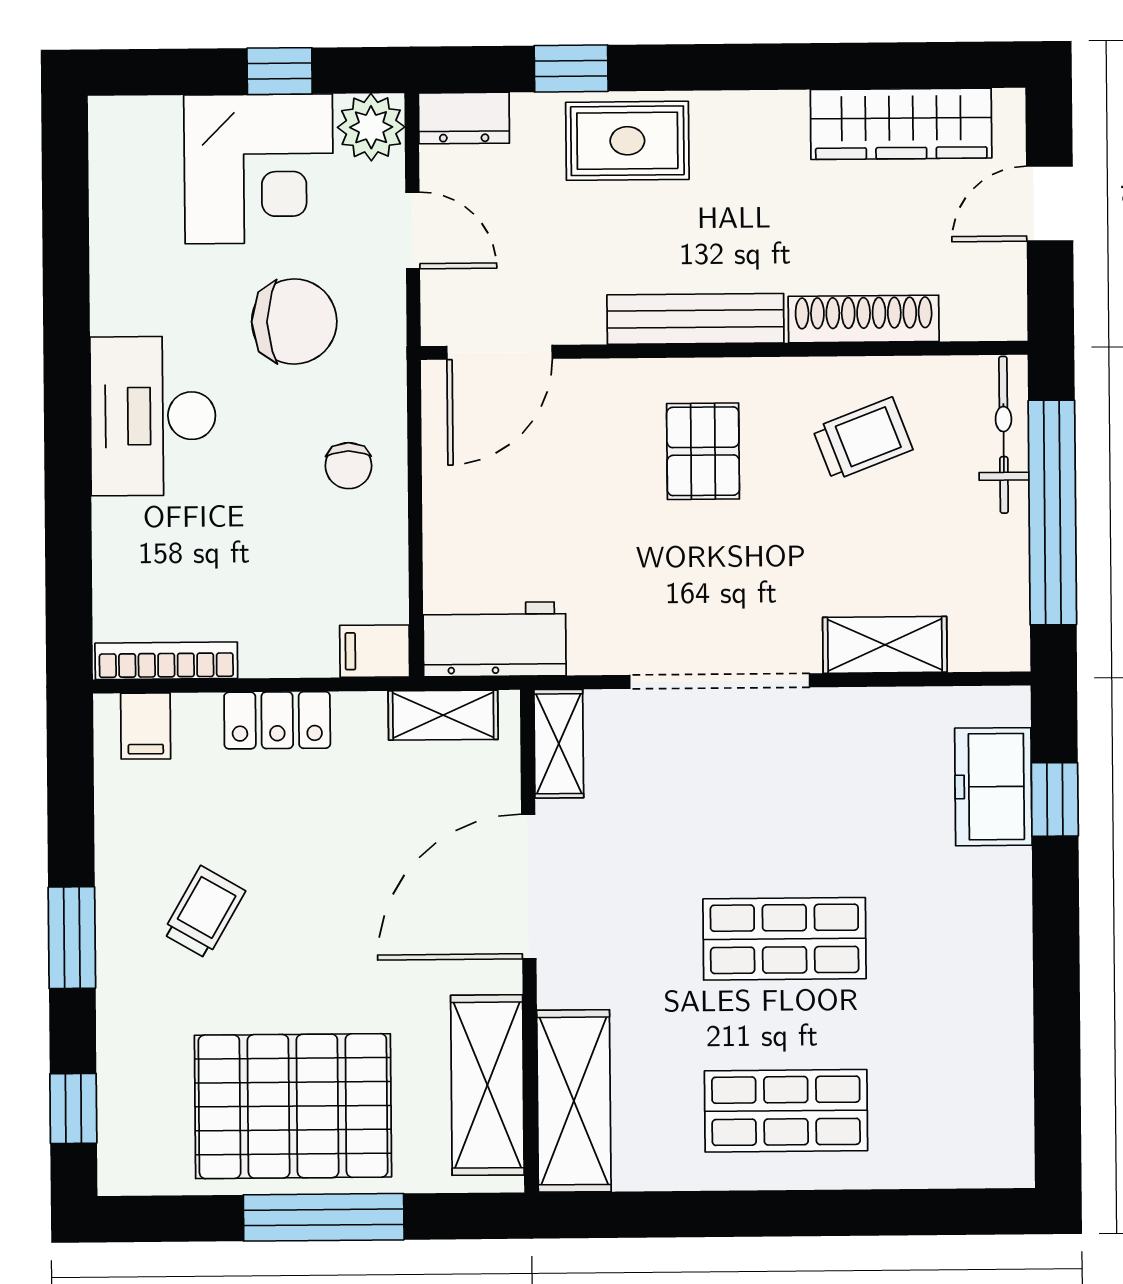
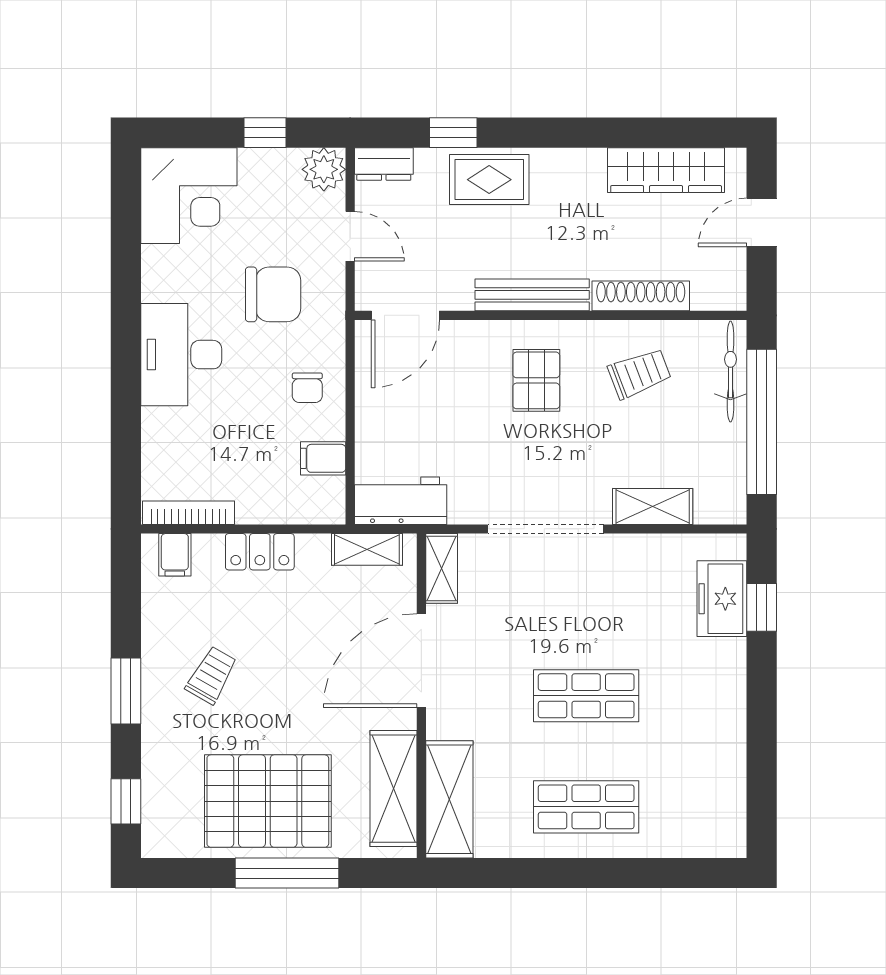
corner desk: (259, 169) -> (189, 196), moved
filing cabinet: (375, 651) -> (323, 458), moved

